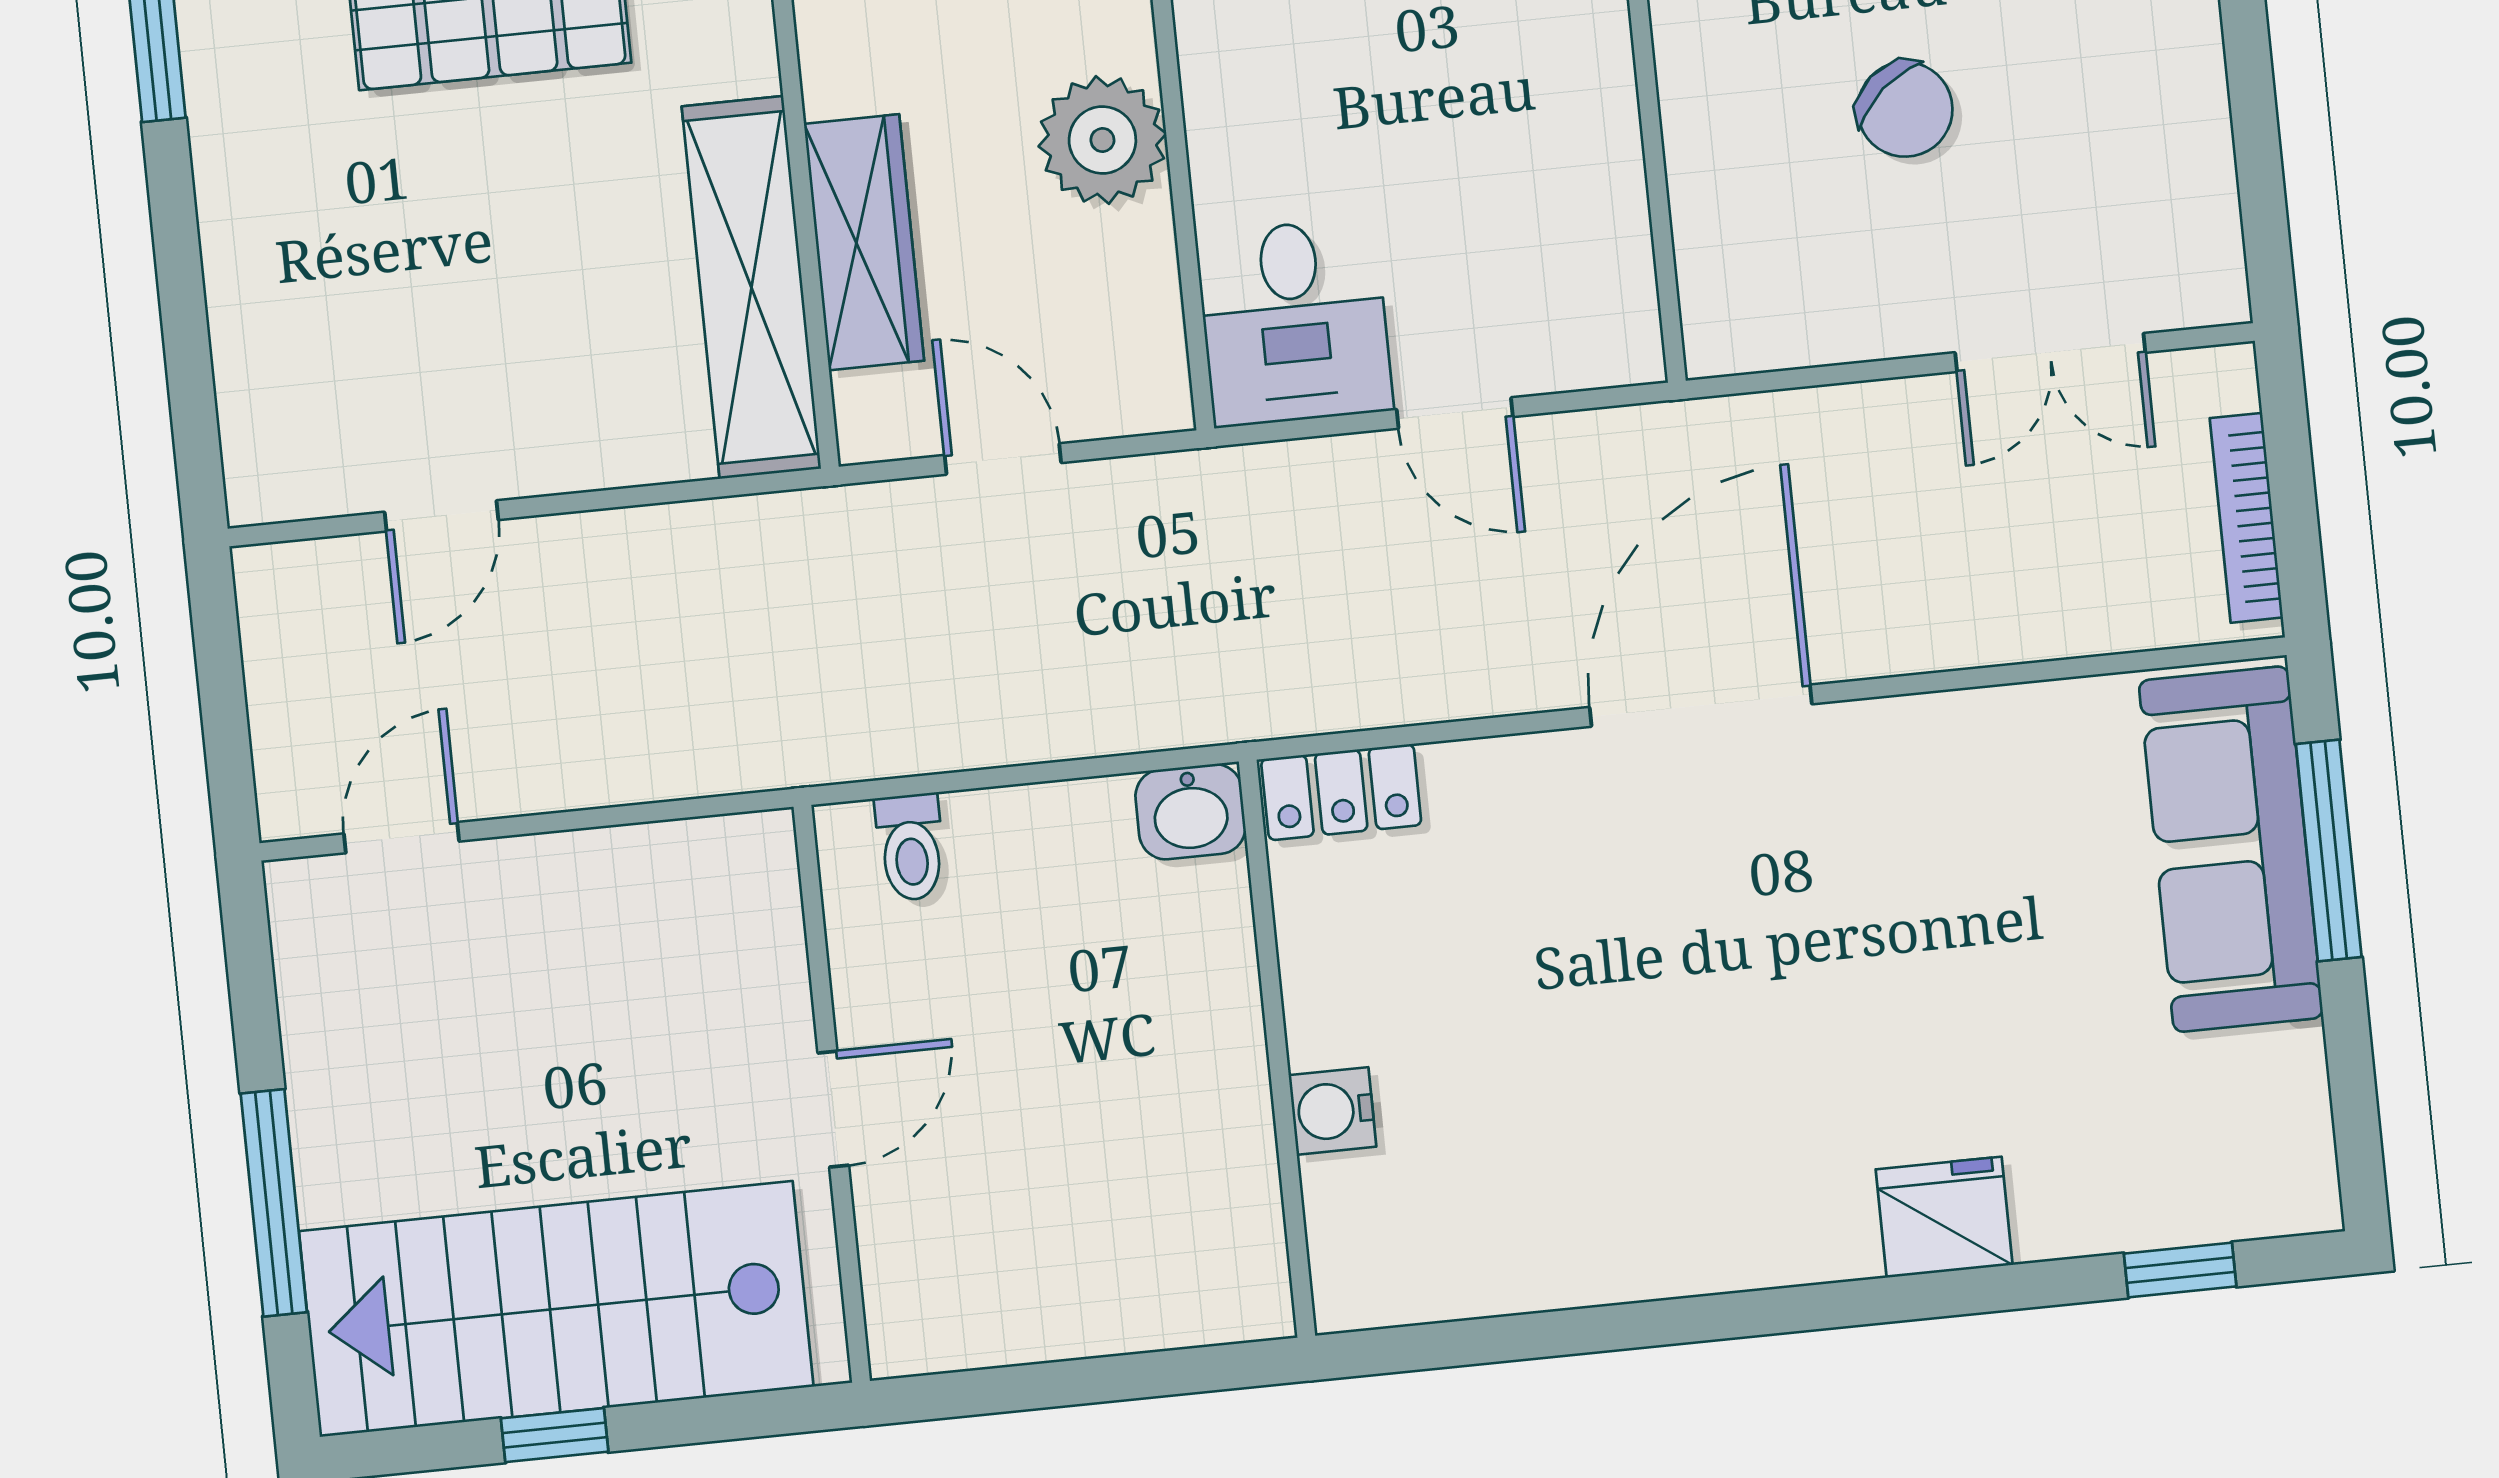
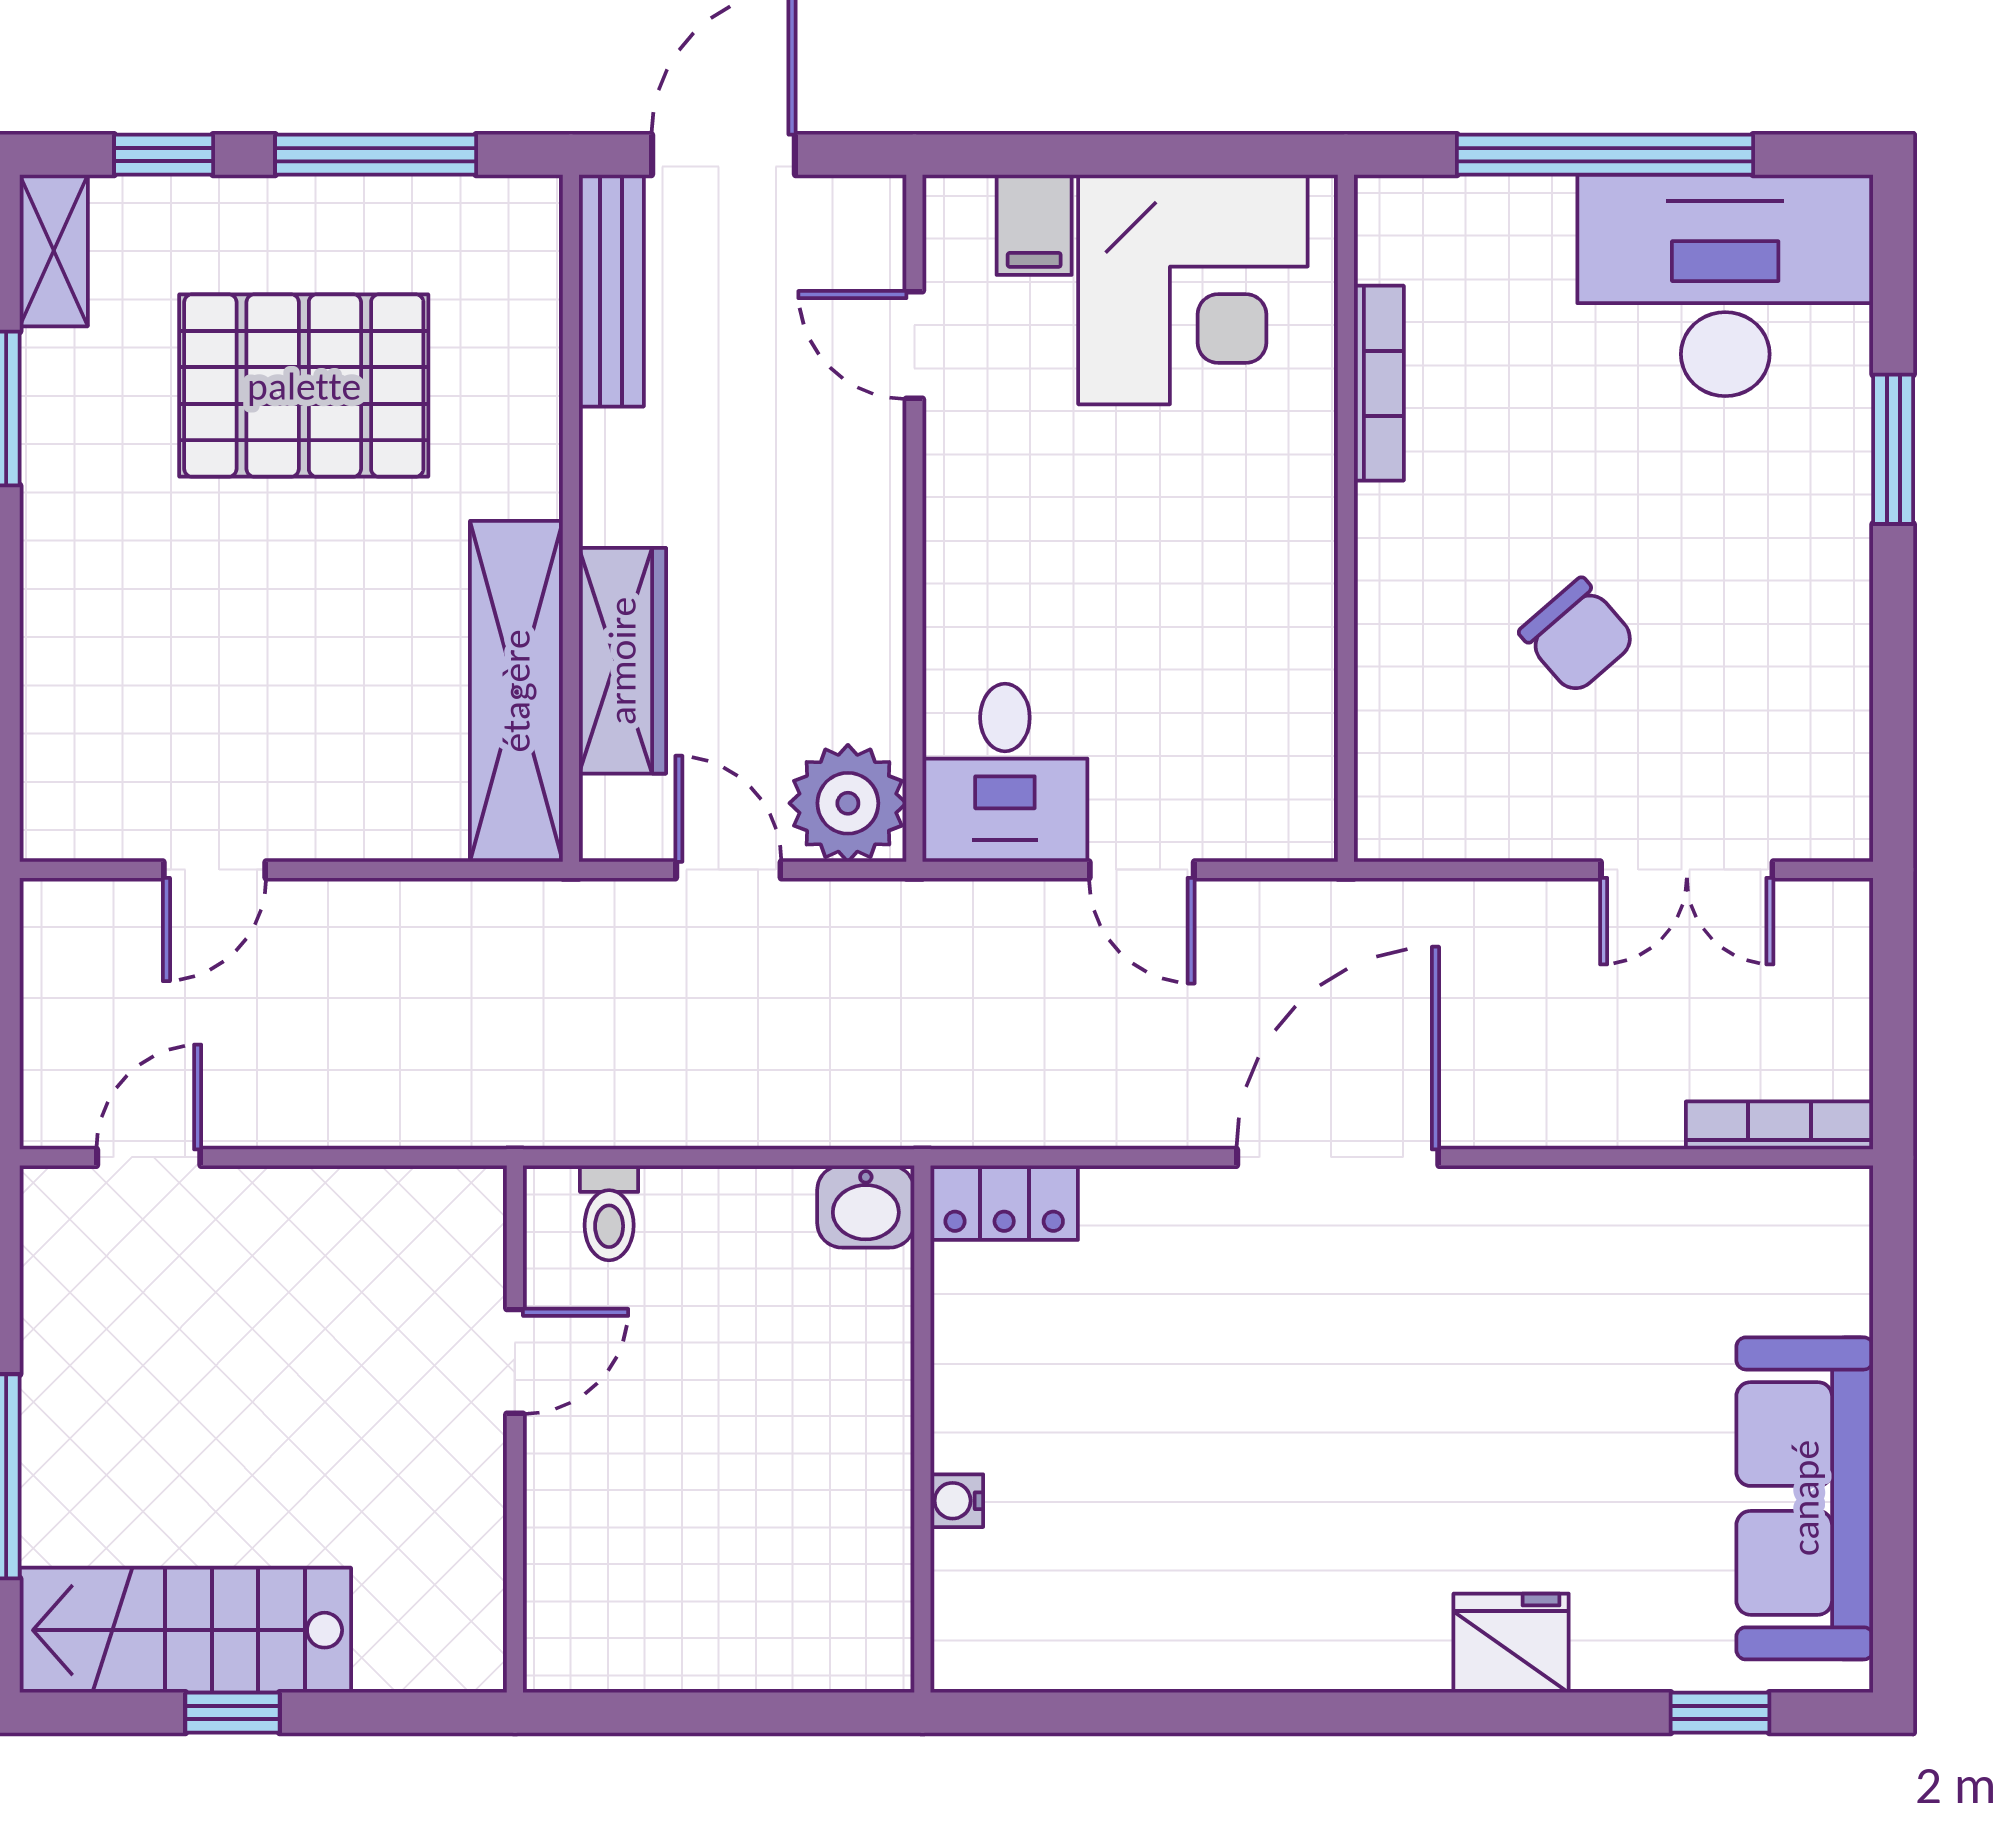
plant: (1102, 140) -> (848, 803), moved
bookcase: (2246, 518) -> (1780, 1125), moved, turned 90
sofa: (2231, 849) -> (1805, 1498), moved
window: (2329, 850) -> (1893, 1346), removed
door: (833, 1109) -> (515, 1361), moved
water cooler: (1332, 1111) -> (957, 1501), width x0.72, depth x0.72
stairs: (556, 1309) -> (185, 1630), width x0.73, depth x0.66

